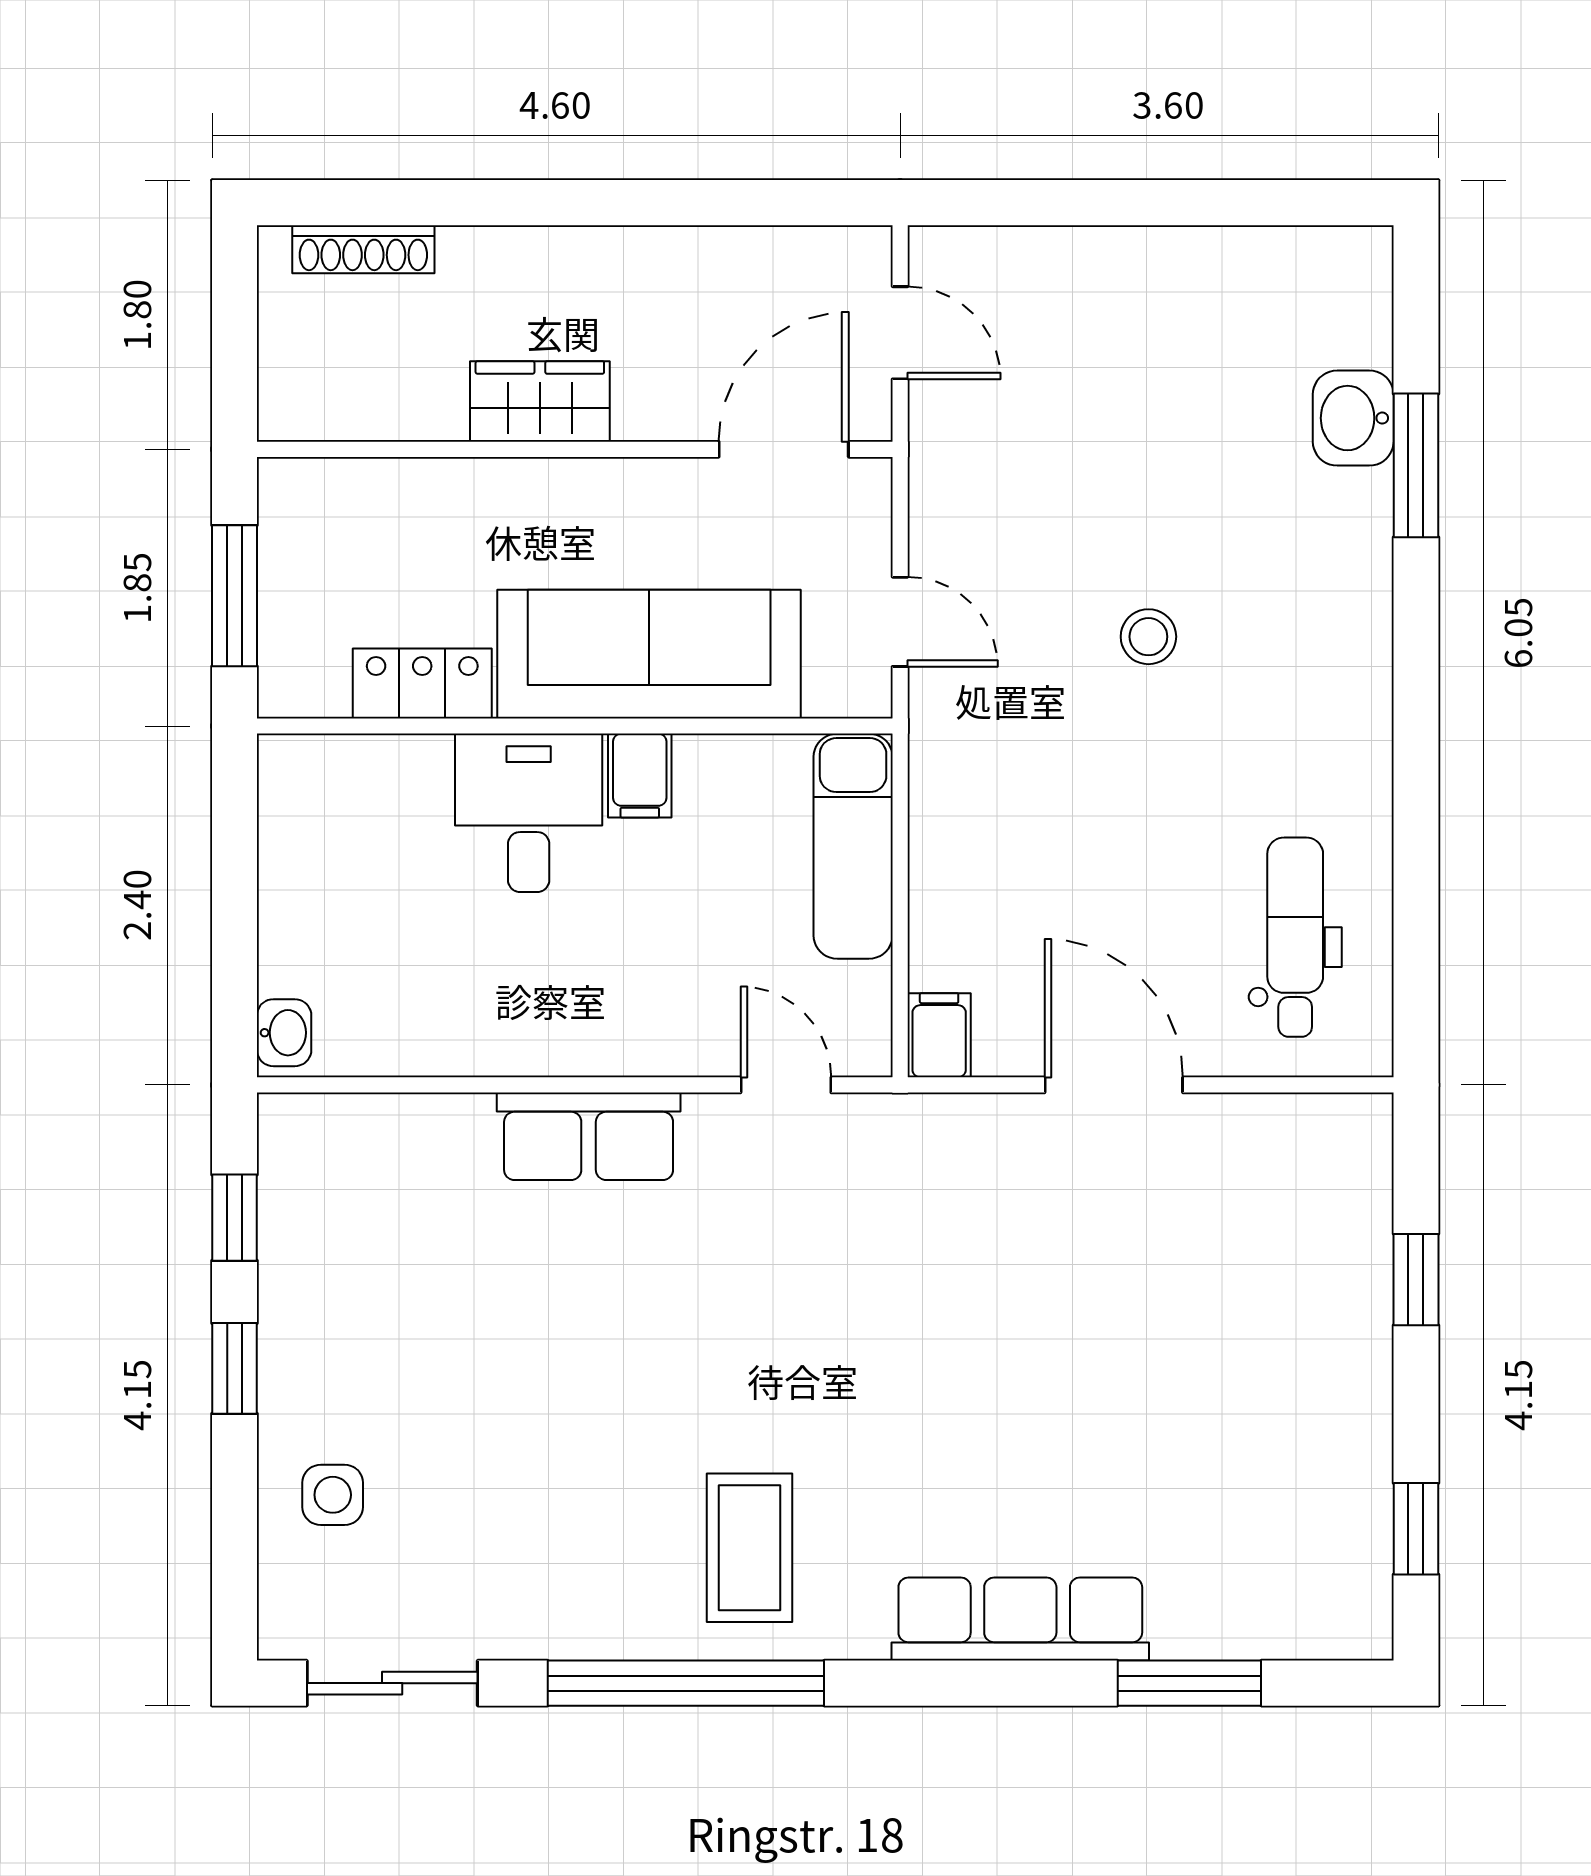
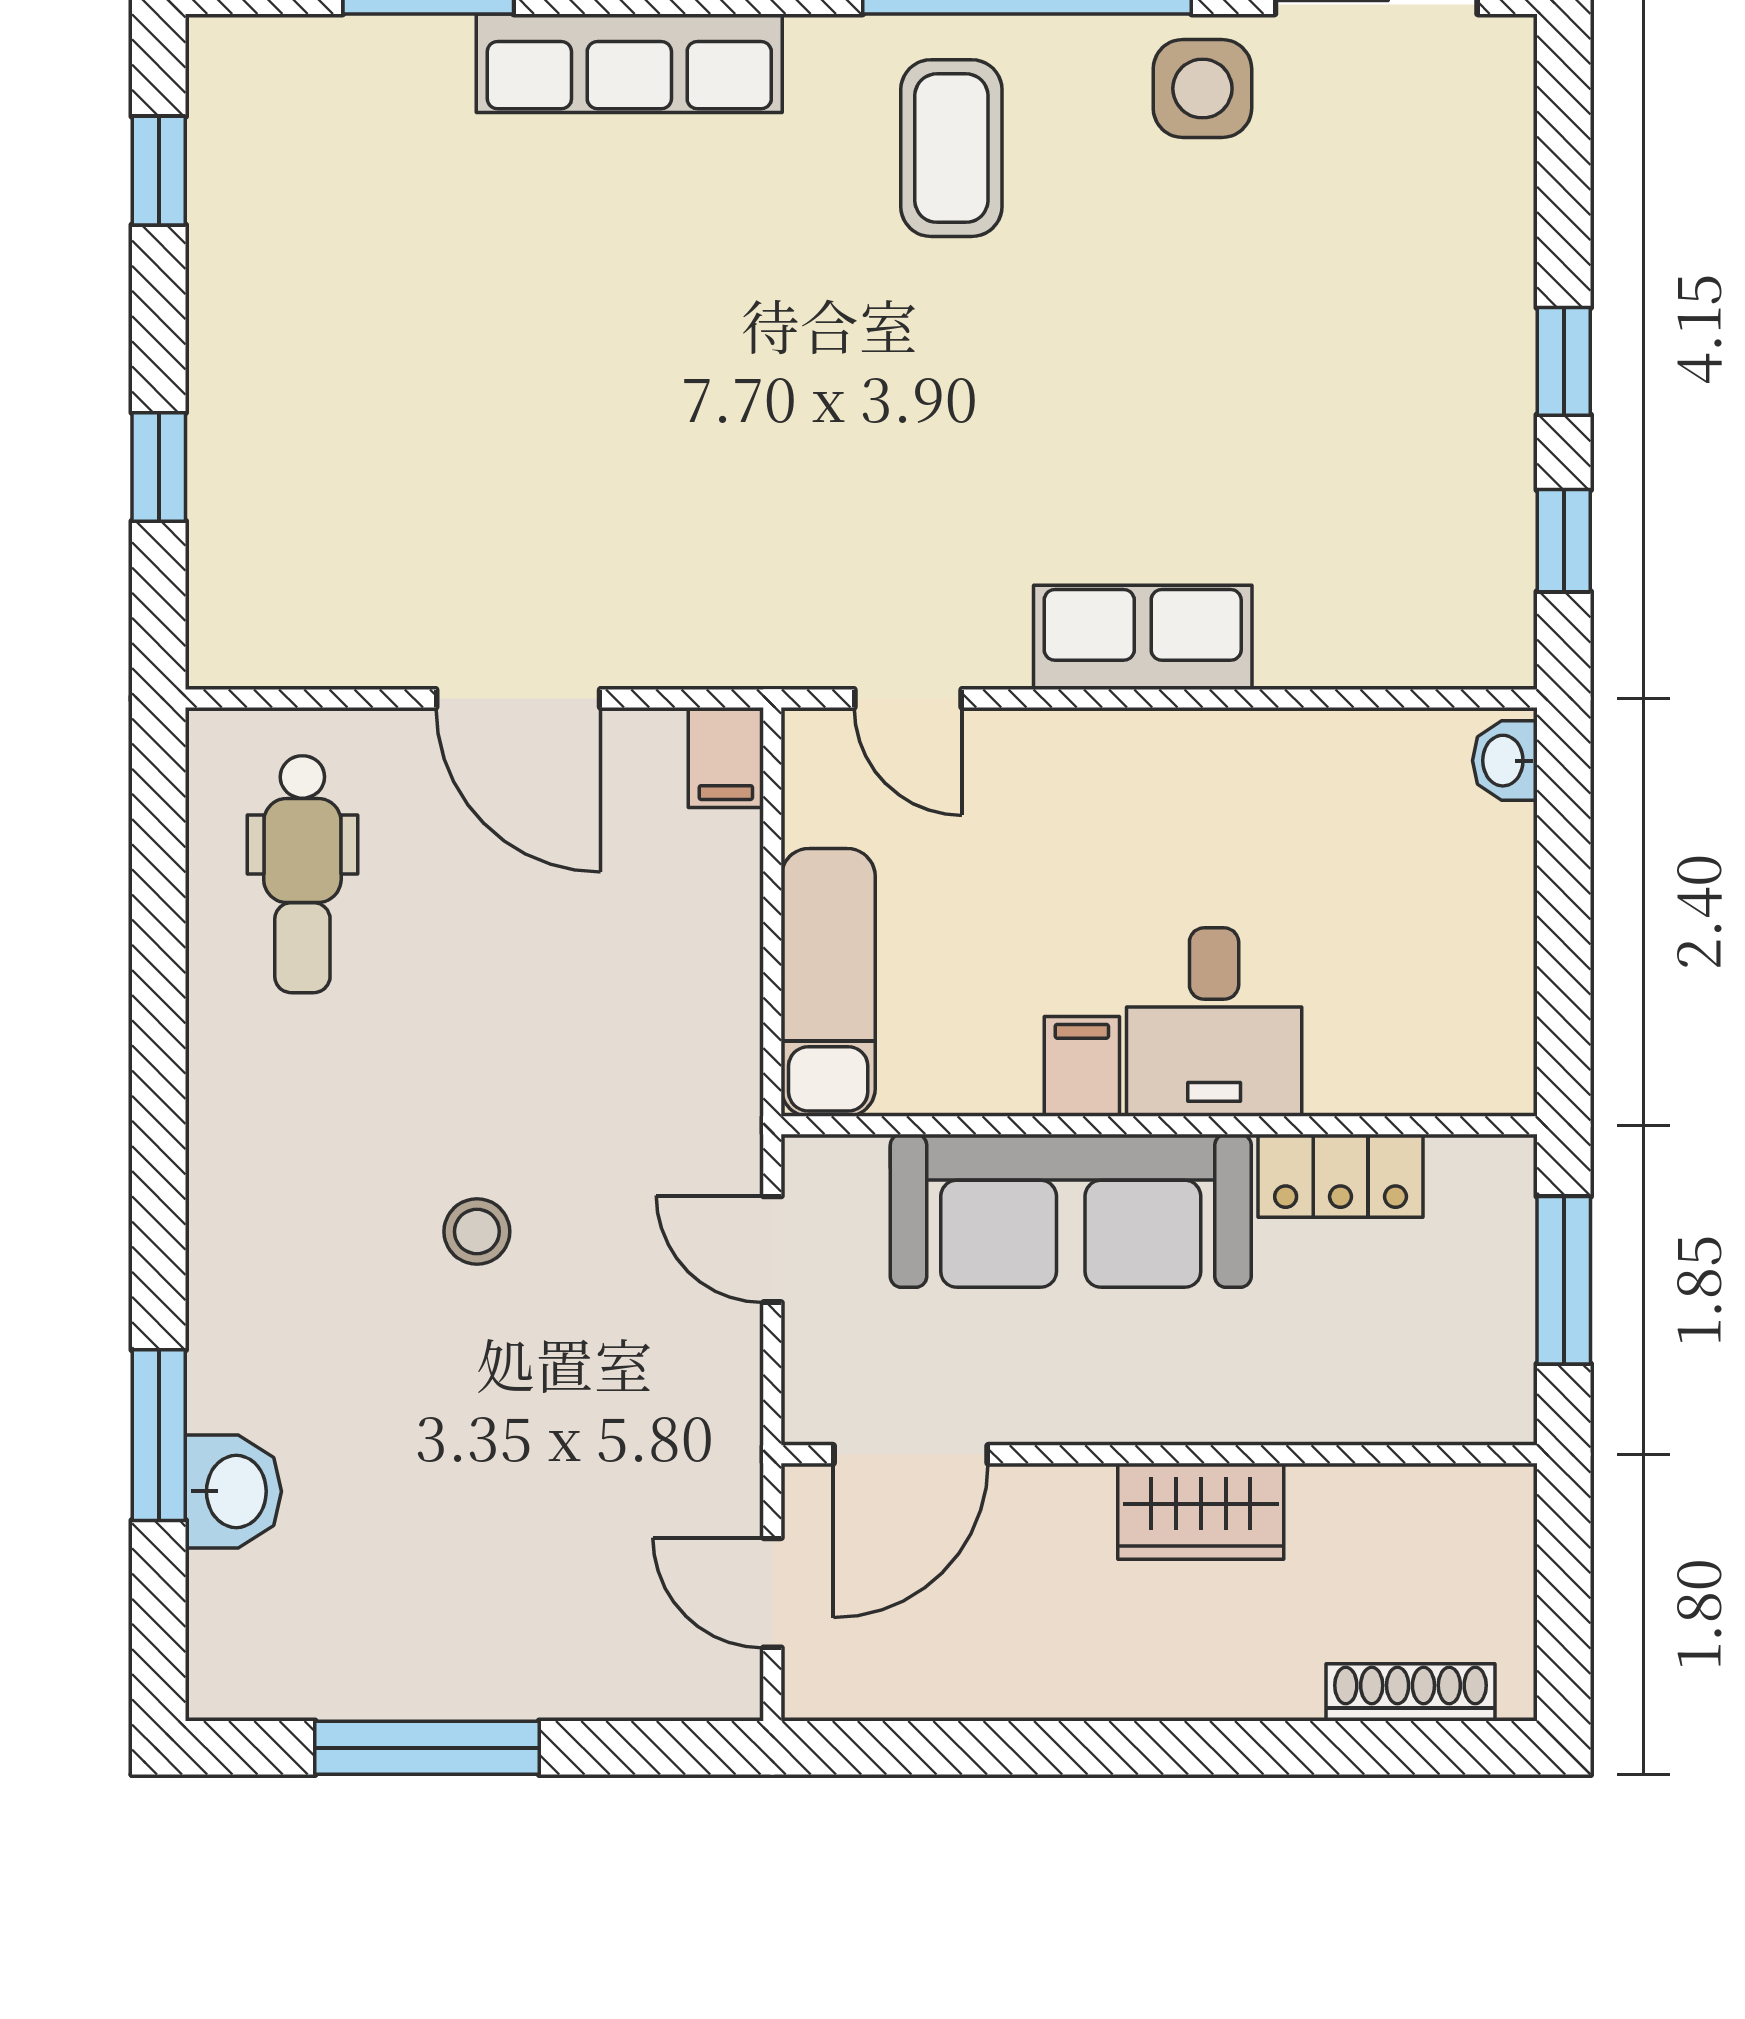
window: (1190, 203) -> (427, 1748), added
side table: (333, 1495) -> (1202, 89), moved, width x1.37, depth x1.37

